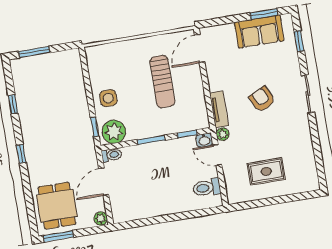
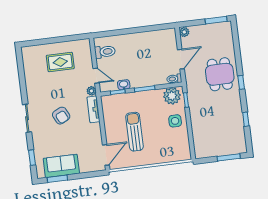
washbasin: (204, 140) -> (124, 85), moved
dining table: (57, 206) -> (220, 74), moved

